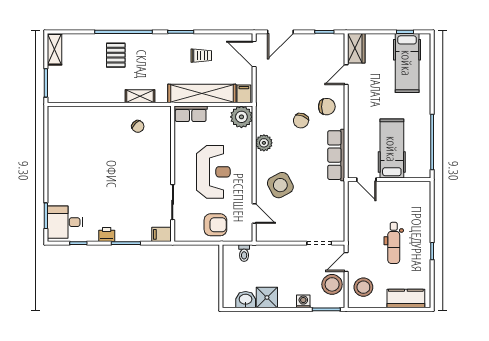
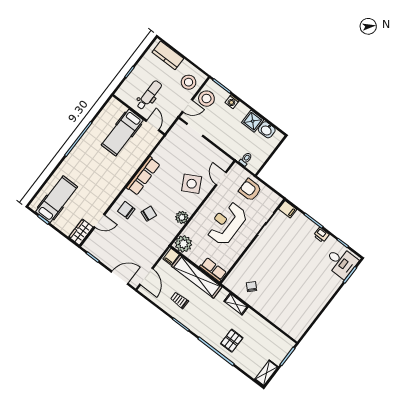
hospital bed: (392, 149) -> (122, 133), moved
door: (366, 180) -> (153, 125), moved
wall: (389, 180) -> (139, 115), moved

